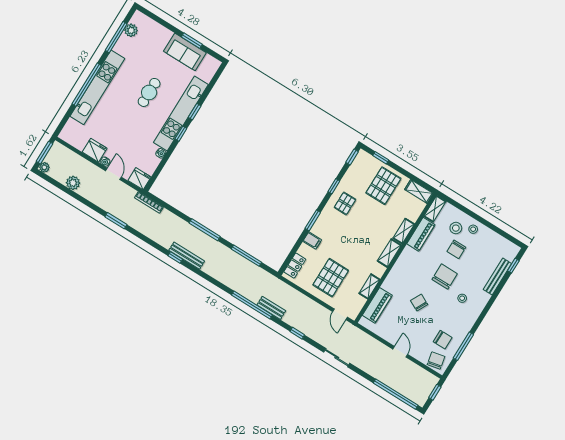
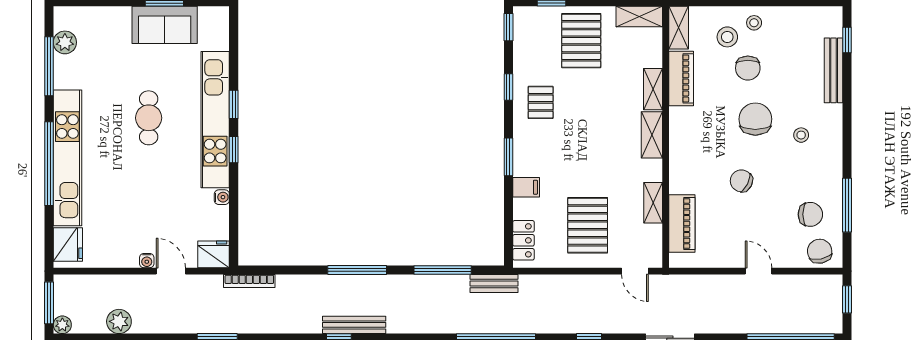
fridge: (95, 150) -> (68, 245), moved, turned 90
bench: (271, 308) -> (494, 284), moved

